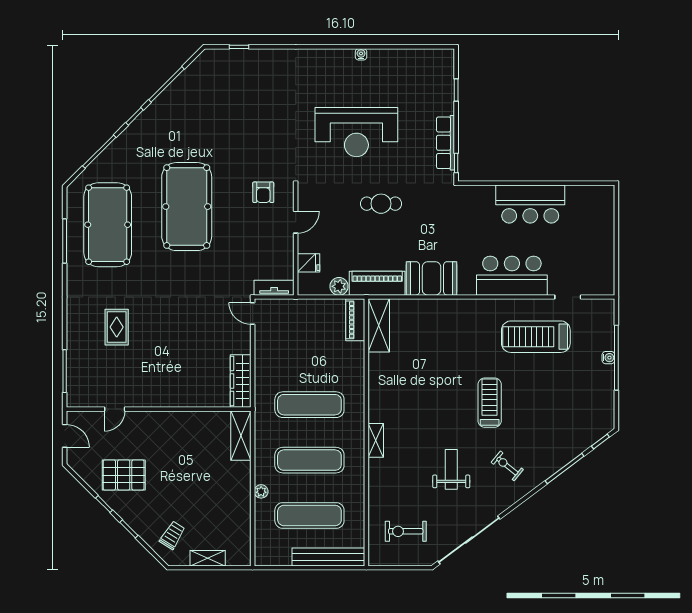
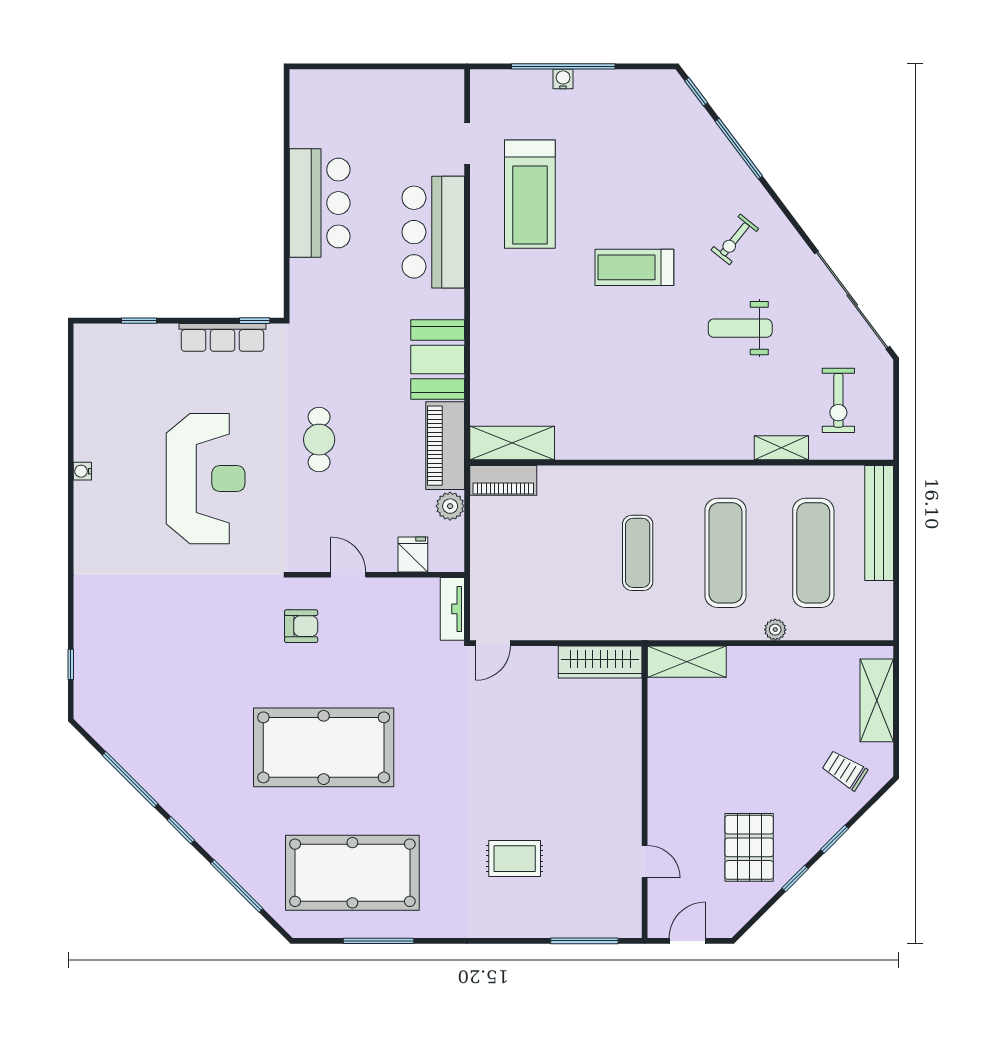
exercise mat: (309, 405) -> (638, 553), width x0.73, depth x0.69
shelving: (376, 440) -> (781, 448), moved
shelving: (208, 558) -> (877, 700), width x1.50, depth x1.33

